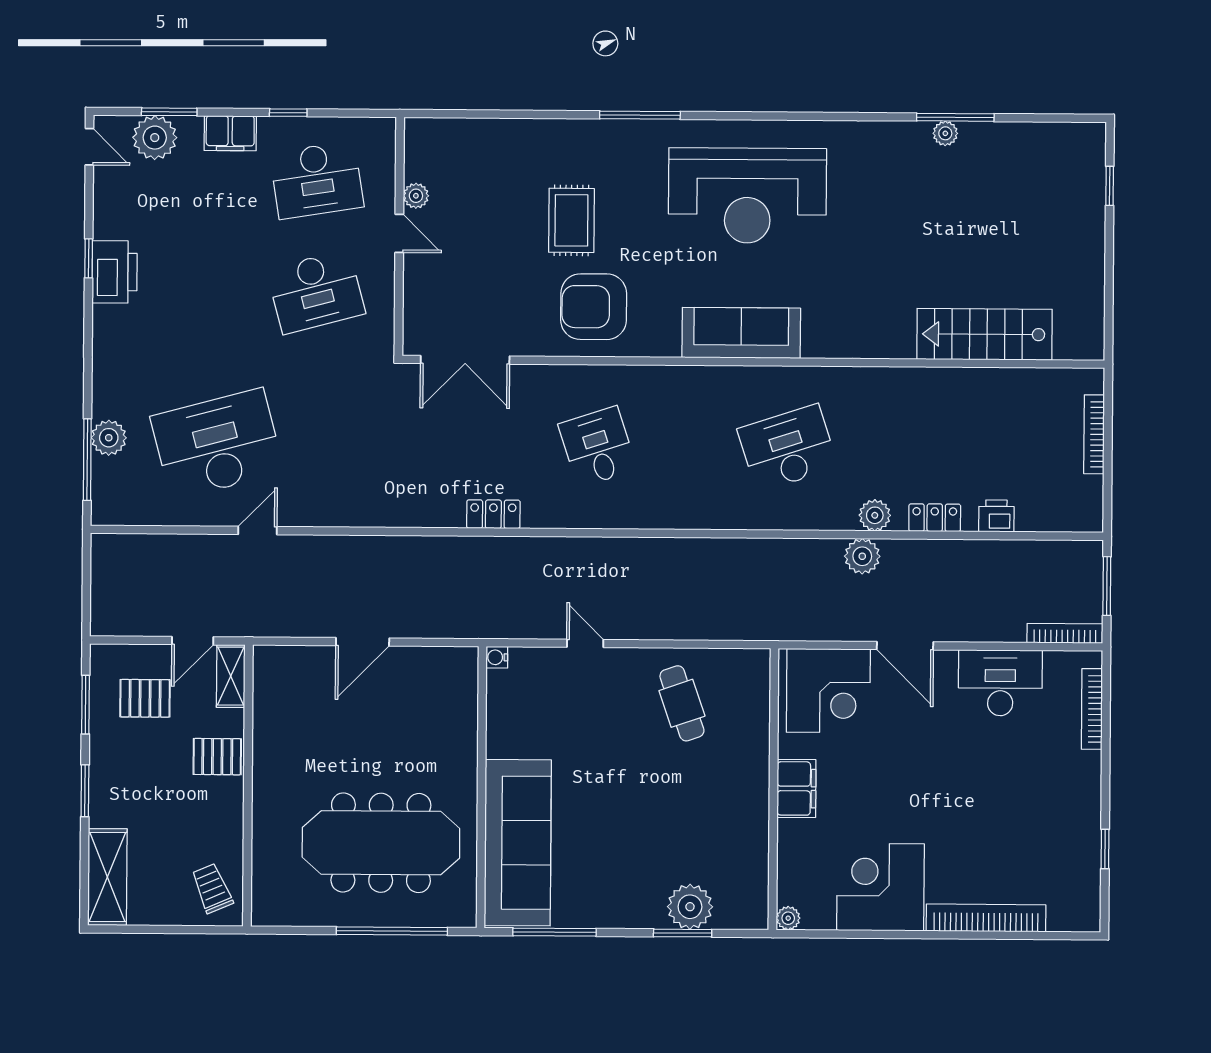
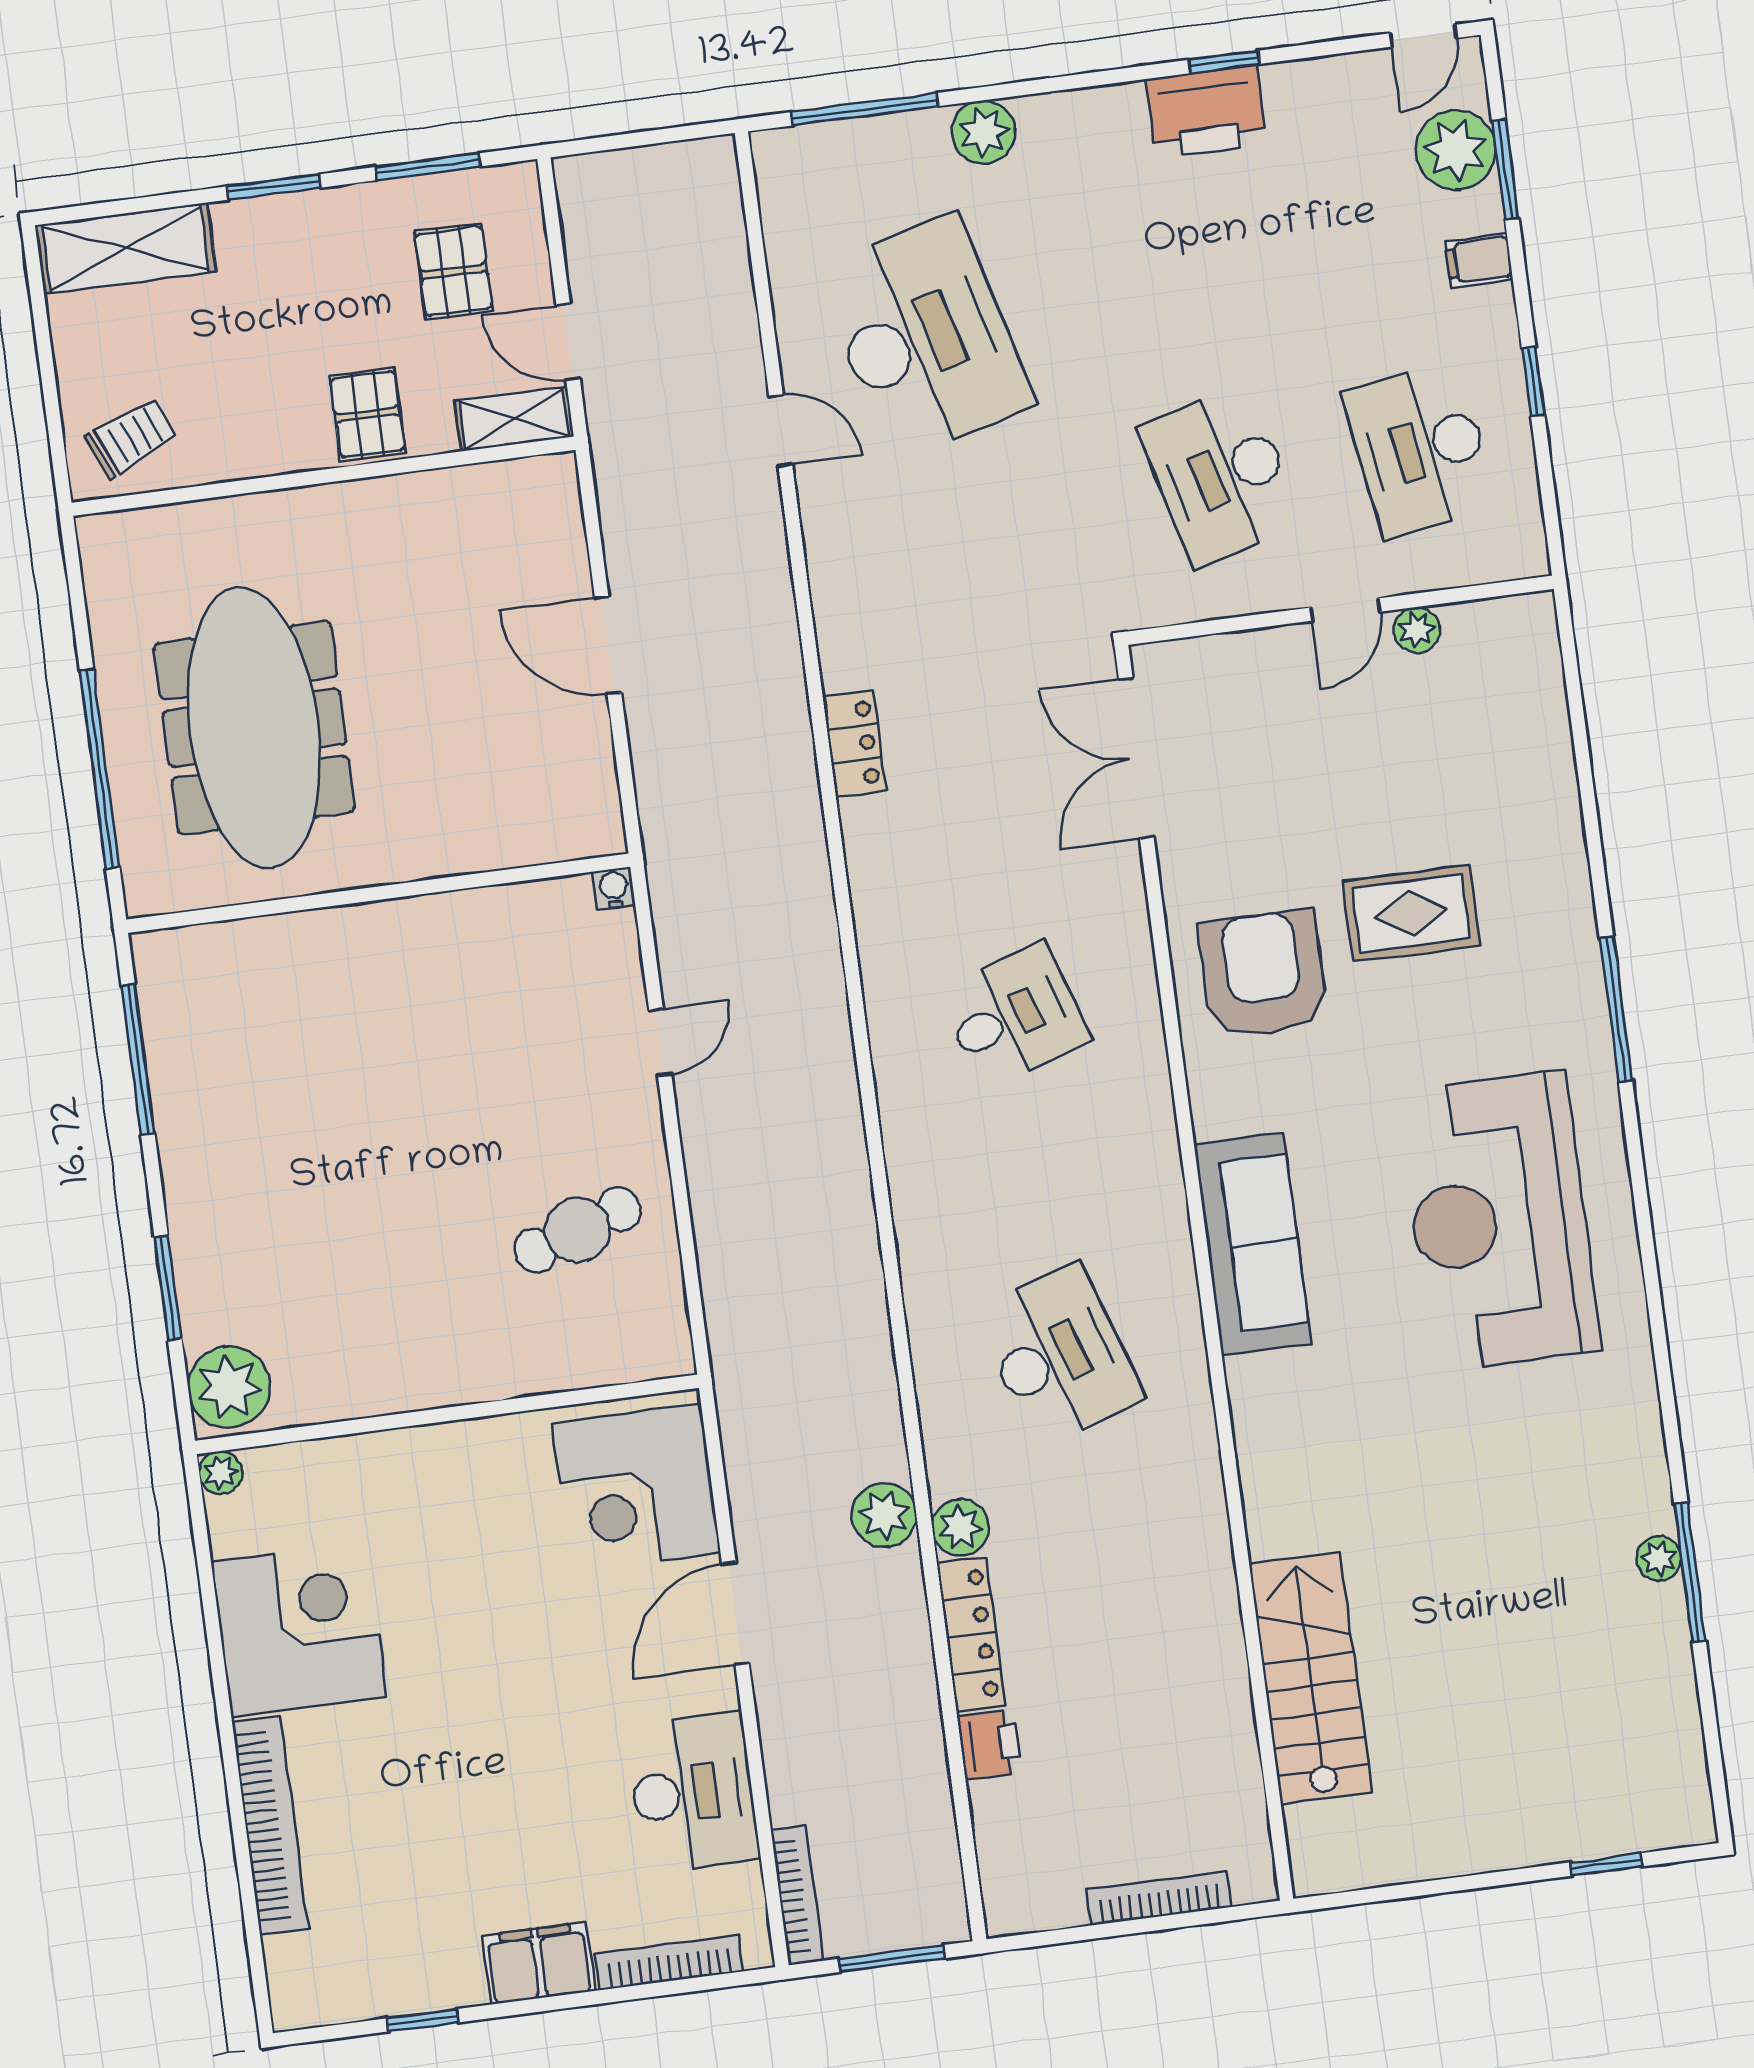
filing cabinet: (230, 133) -> (1479, 260), width x0.50
plant: (109, 438) -> (984, 132), moved
locker: (493, 514) -> (854, 744), moved
locker: (935, 518) -> (971, 1635), width x1.53
filing cabinet: (796, 788) -> (539, 1963), moved, turned 180
sofa: (518, 843) -> (288, 972), removed
plant: (690, 907) -> (229, 1387), moved

